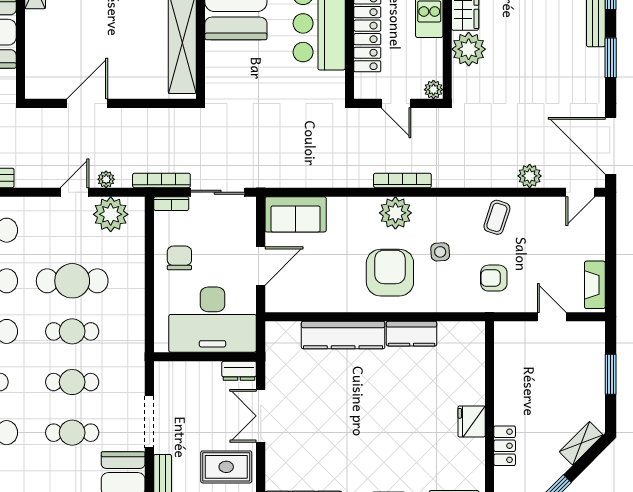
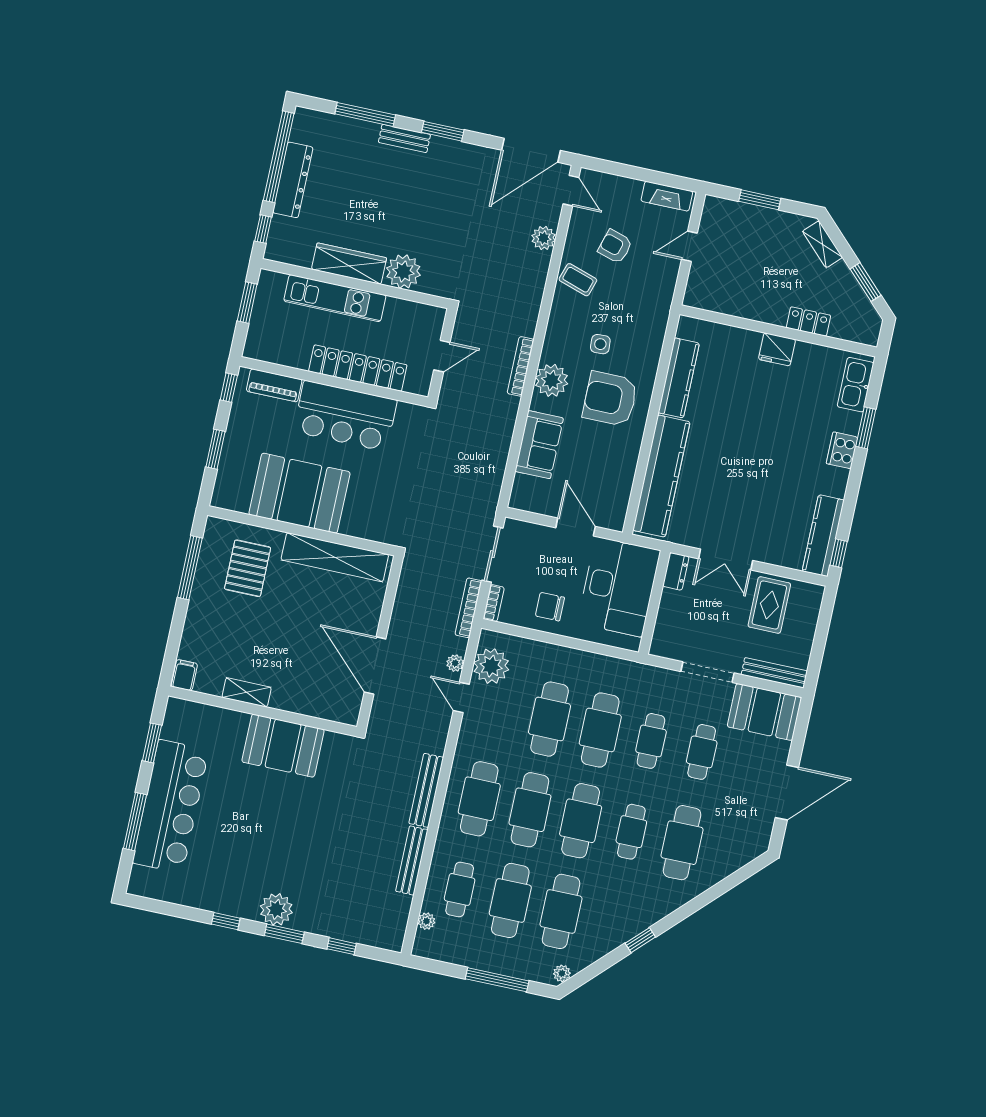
plant: (433, 90) -> (436, 316), removed
door: (87, 103) -> (375, 666), width x1.36
sofa: (296, 214) -> (539, 445), moved
armchair: (494, 278) -> (615, 246), moved, turned 107
cafe table: (72, 331) -> (600, 730), width x1.37, depth x1.35
kitchen counter: (412, 334) -> (679, 378), width x1.50
kitchen counter: (343, 335) -> (661, 476), width x1.39, depth x1.17

